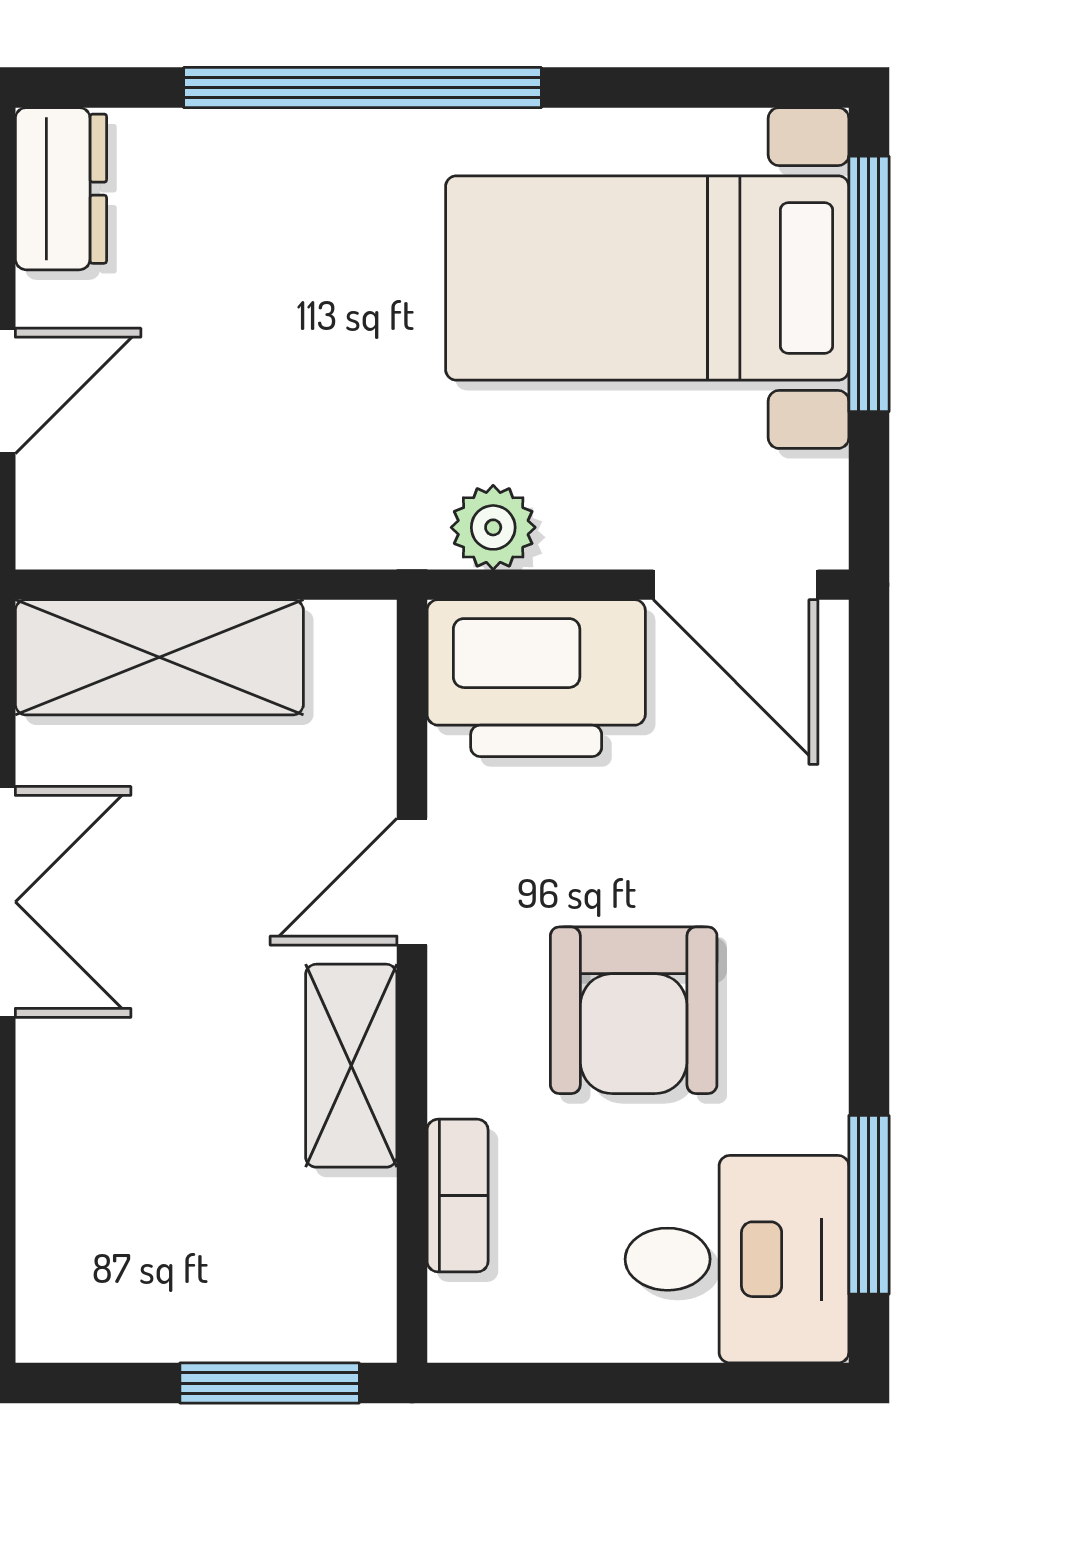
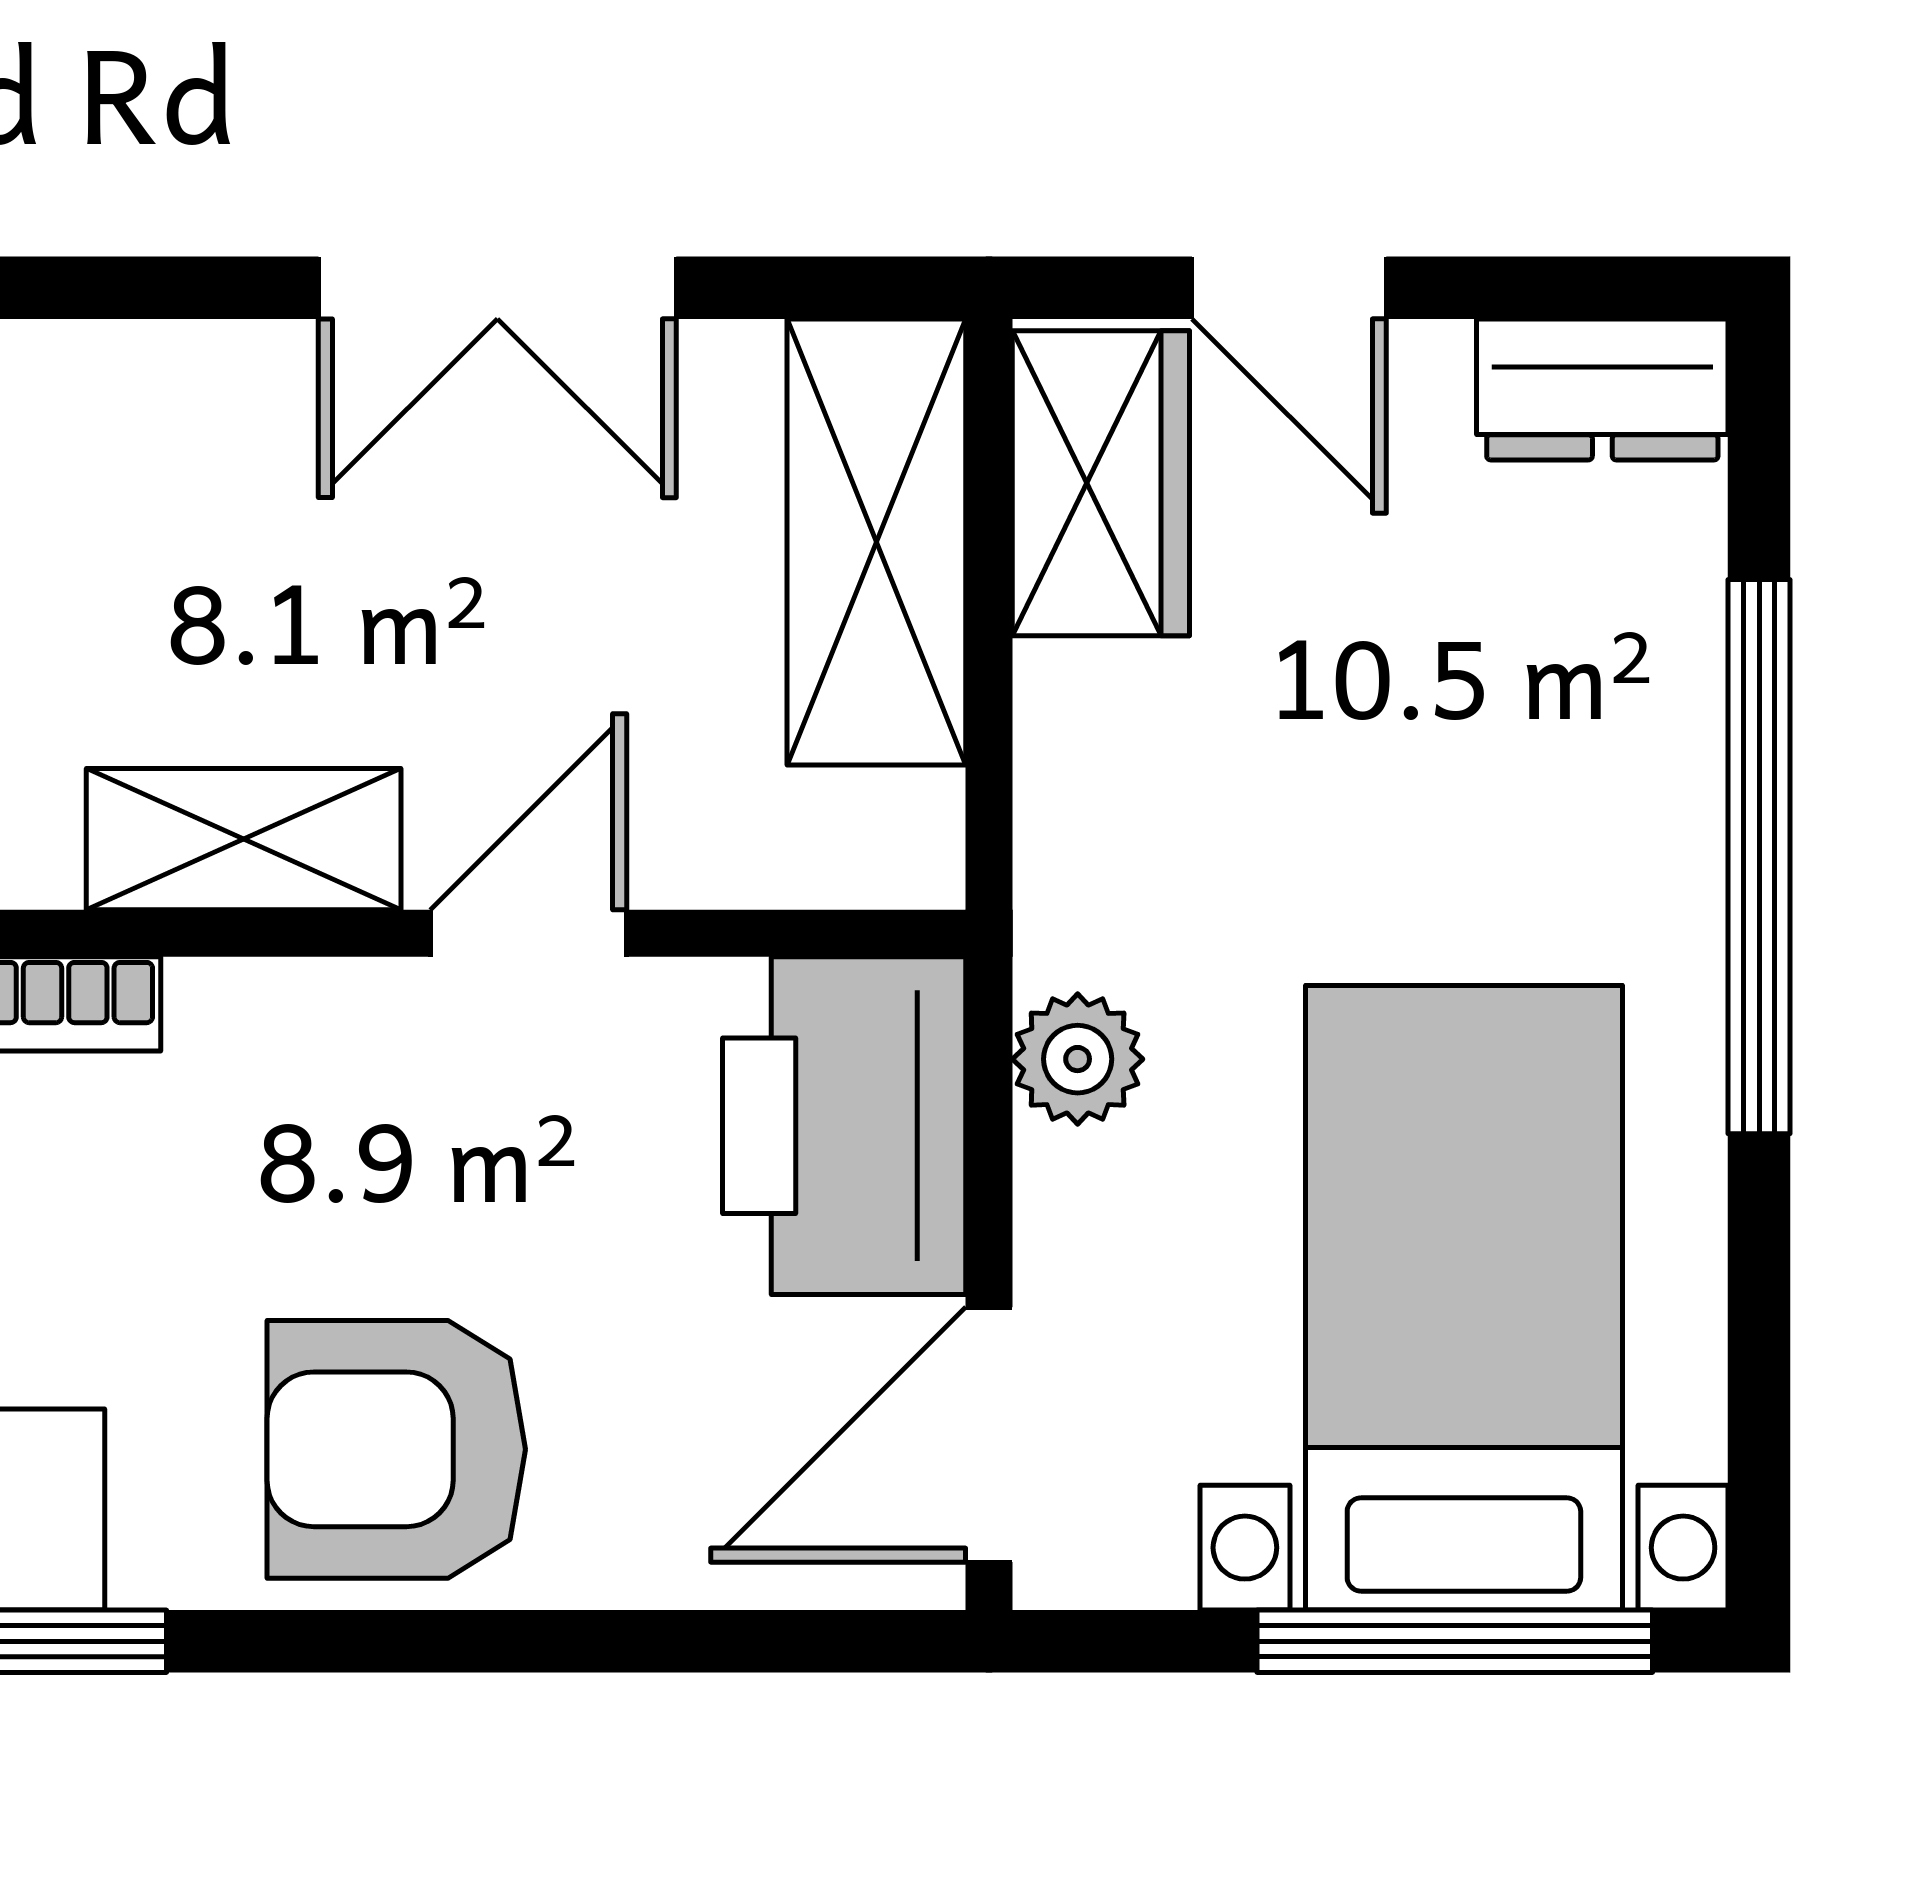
wardrobe: (122, 512) -> (1101, 483), added
door: (412, 882) -> (529, 933), hinge flipped
armchair: (634, 1010) -> (396, 1449), moved

